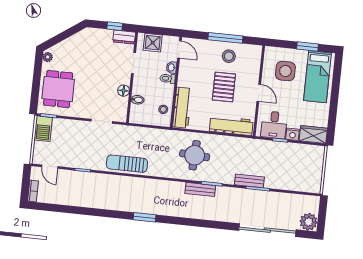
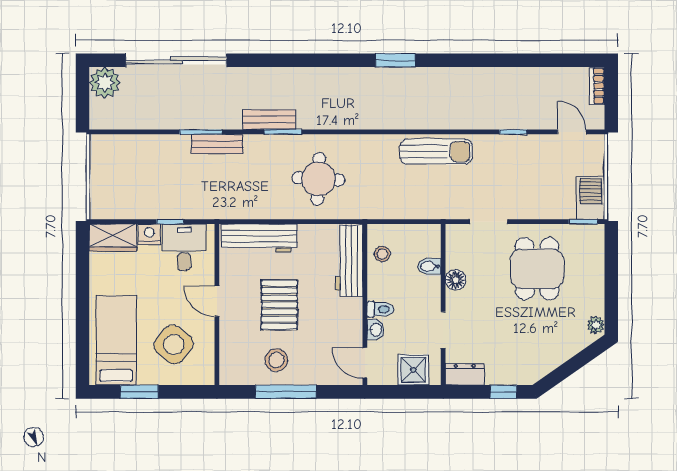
window: (115, 26) -> (504, 392), moved
side table: (285, 71) -> (174, 344), turned 38
dining table: (58, 89) -> (537, 269), moved
bench: (200, 189) -> (269, 120), moved

